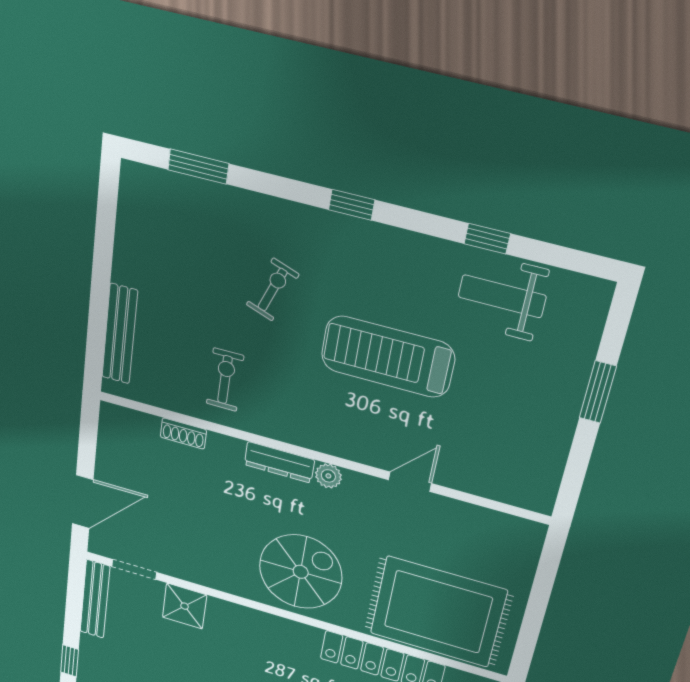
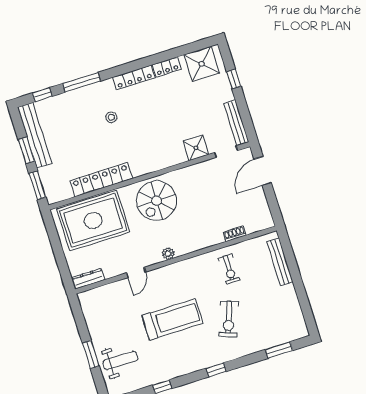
exercise bike: (273, 290) -> (229, 319), width x1.38, depth x1.39
weight bench: (502, 296) -> (120, 361), moved
dresser: (279, 462) -> (88, 279), moved

